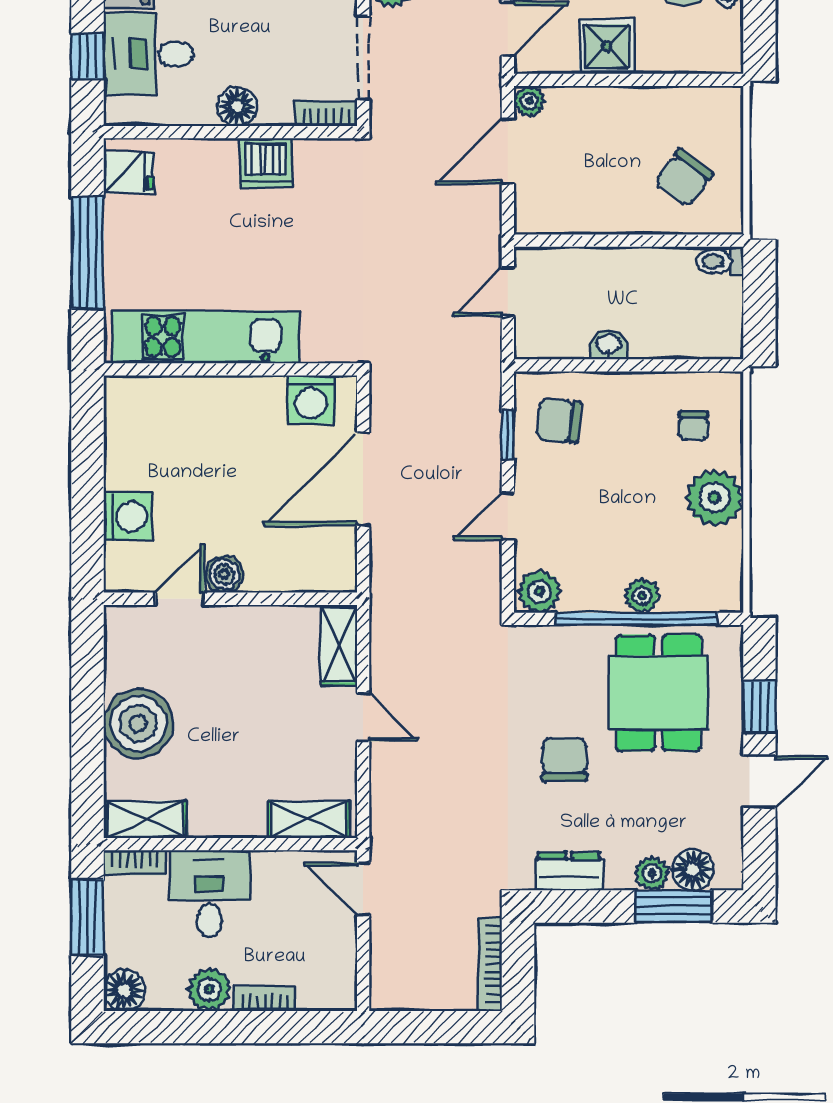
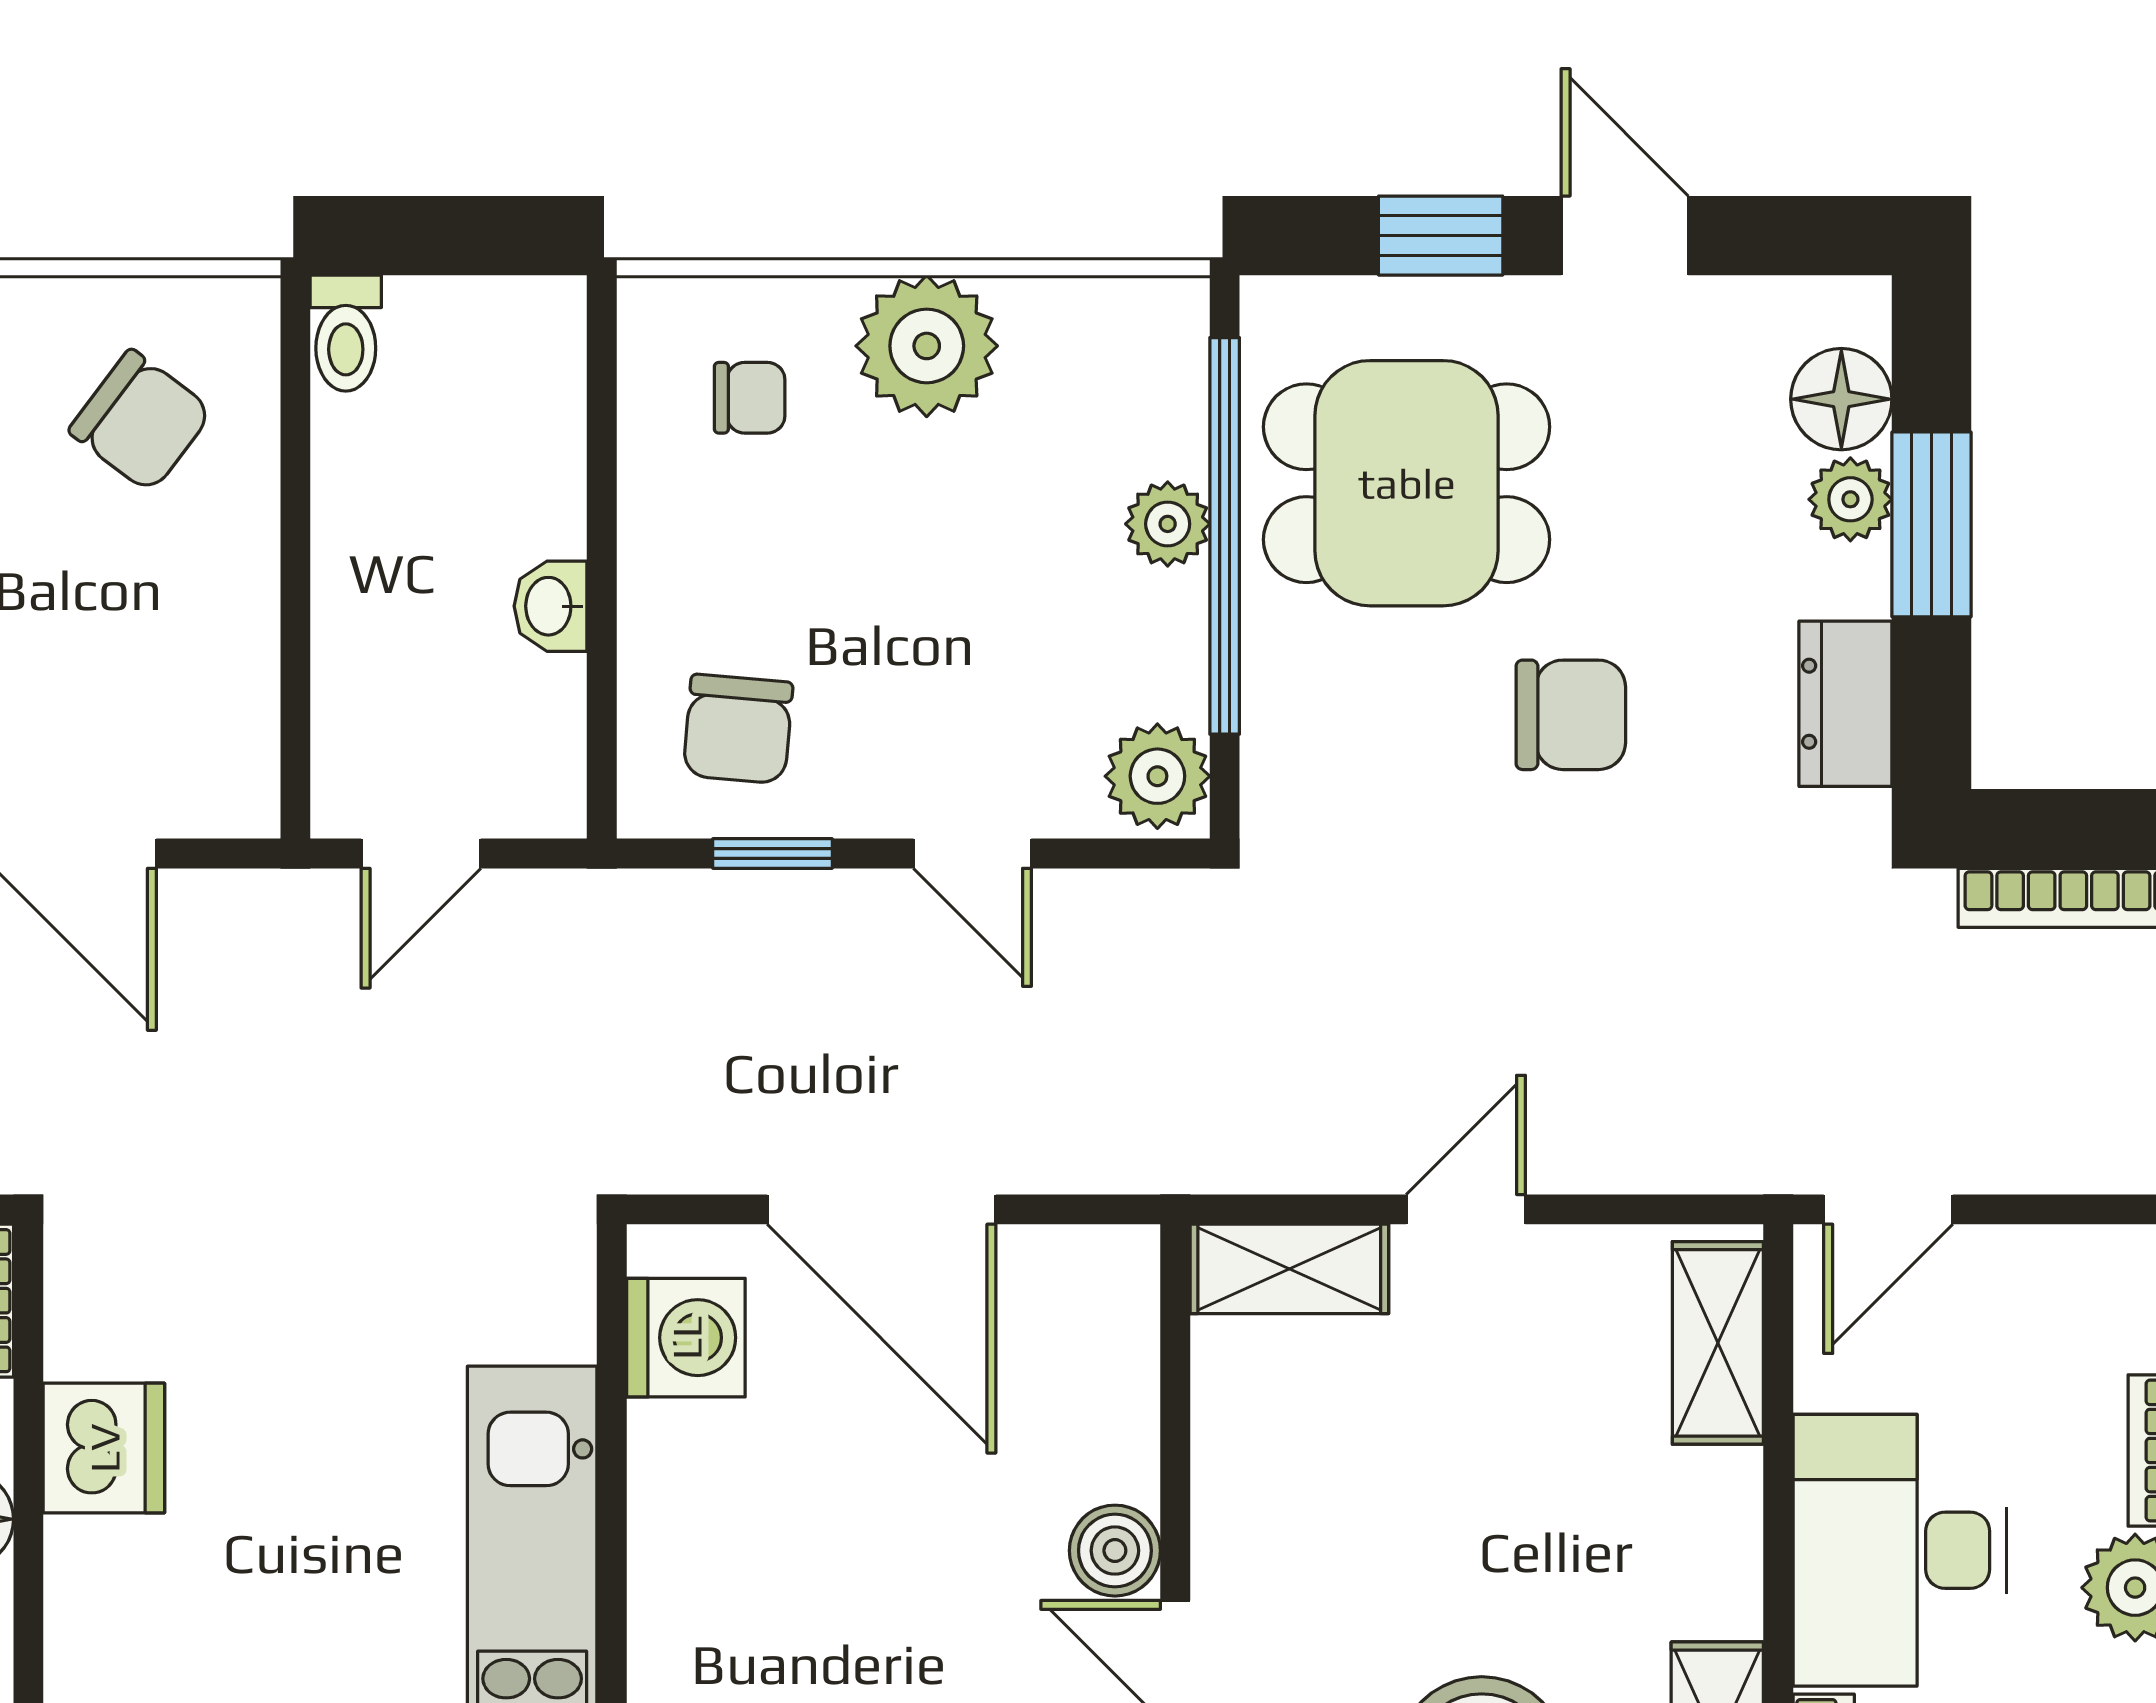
door: (508, 292) -> (421, 853), hinge flipped
chair: (564, 760) -> (1571, 715), turned 180
desk: (209, 894) -> (1900, 1550), width x1.37
window: (674, 906) -> (1932, 524), moved

